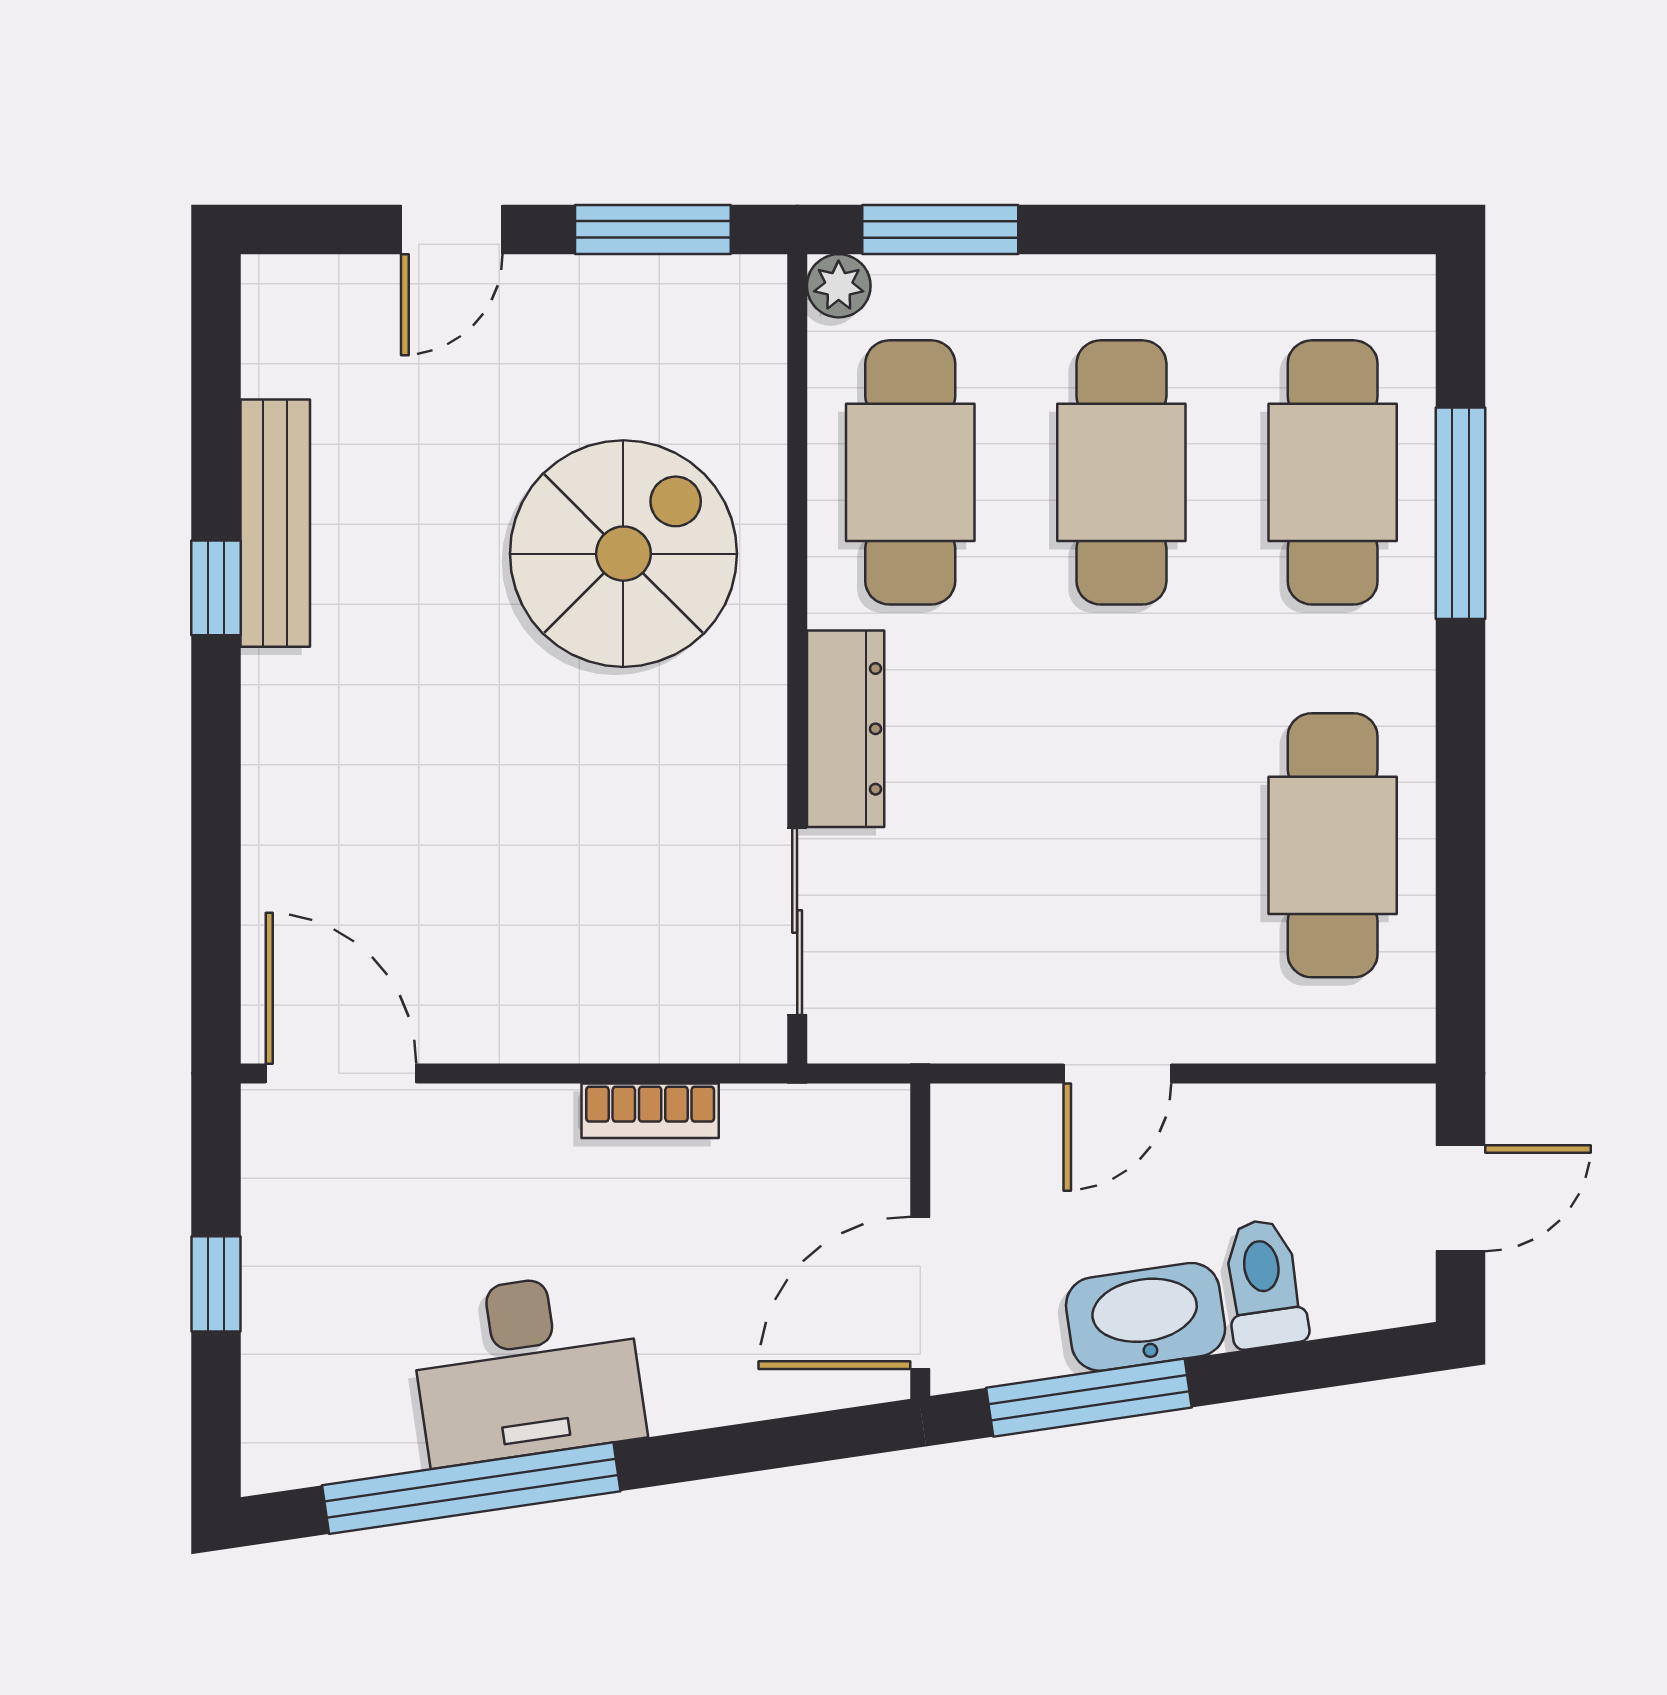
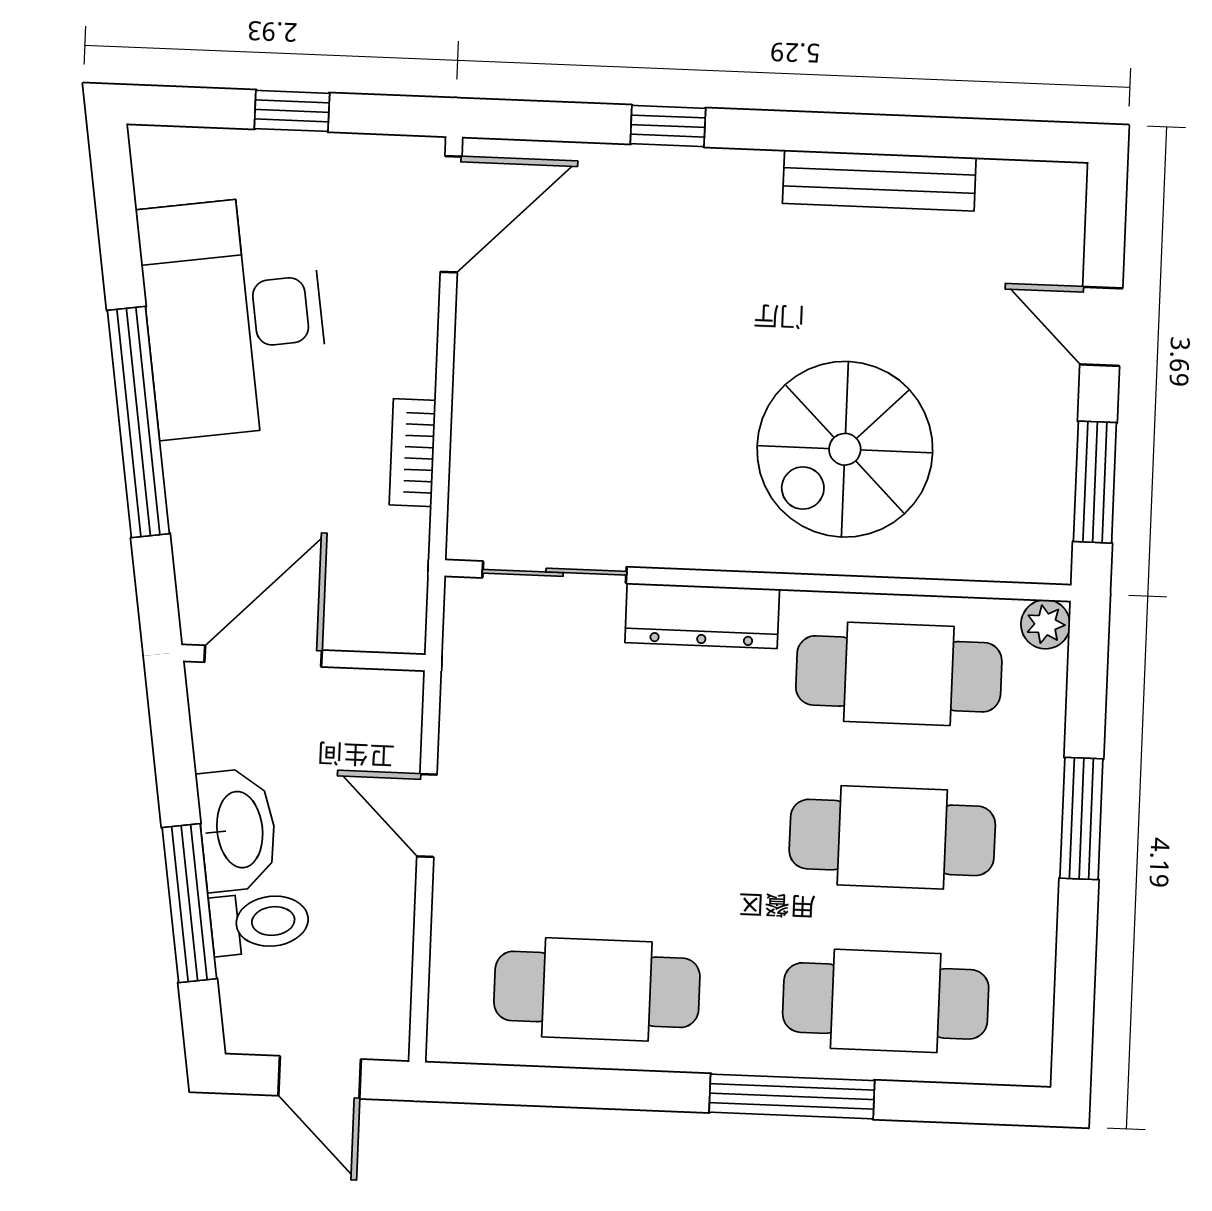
window: (940, 229) -> (1081, 818), moved
window: (1461, 513) -> (792, 1096), moved
spiral stairs: (623, 554) -> (845, 449), turned 90
window: (216, 588) -> (668, 126), moved
door: (920, 1293) -> (263, 656), hinge flipped
desk: (527, 1368) -> (234, 316), width x1.36, depth x1.30
window: (1089, 1398) -> (189, 903), moved
window: (471, 1488) -> (138, 422), moved

